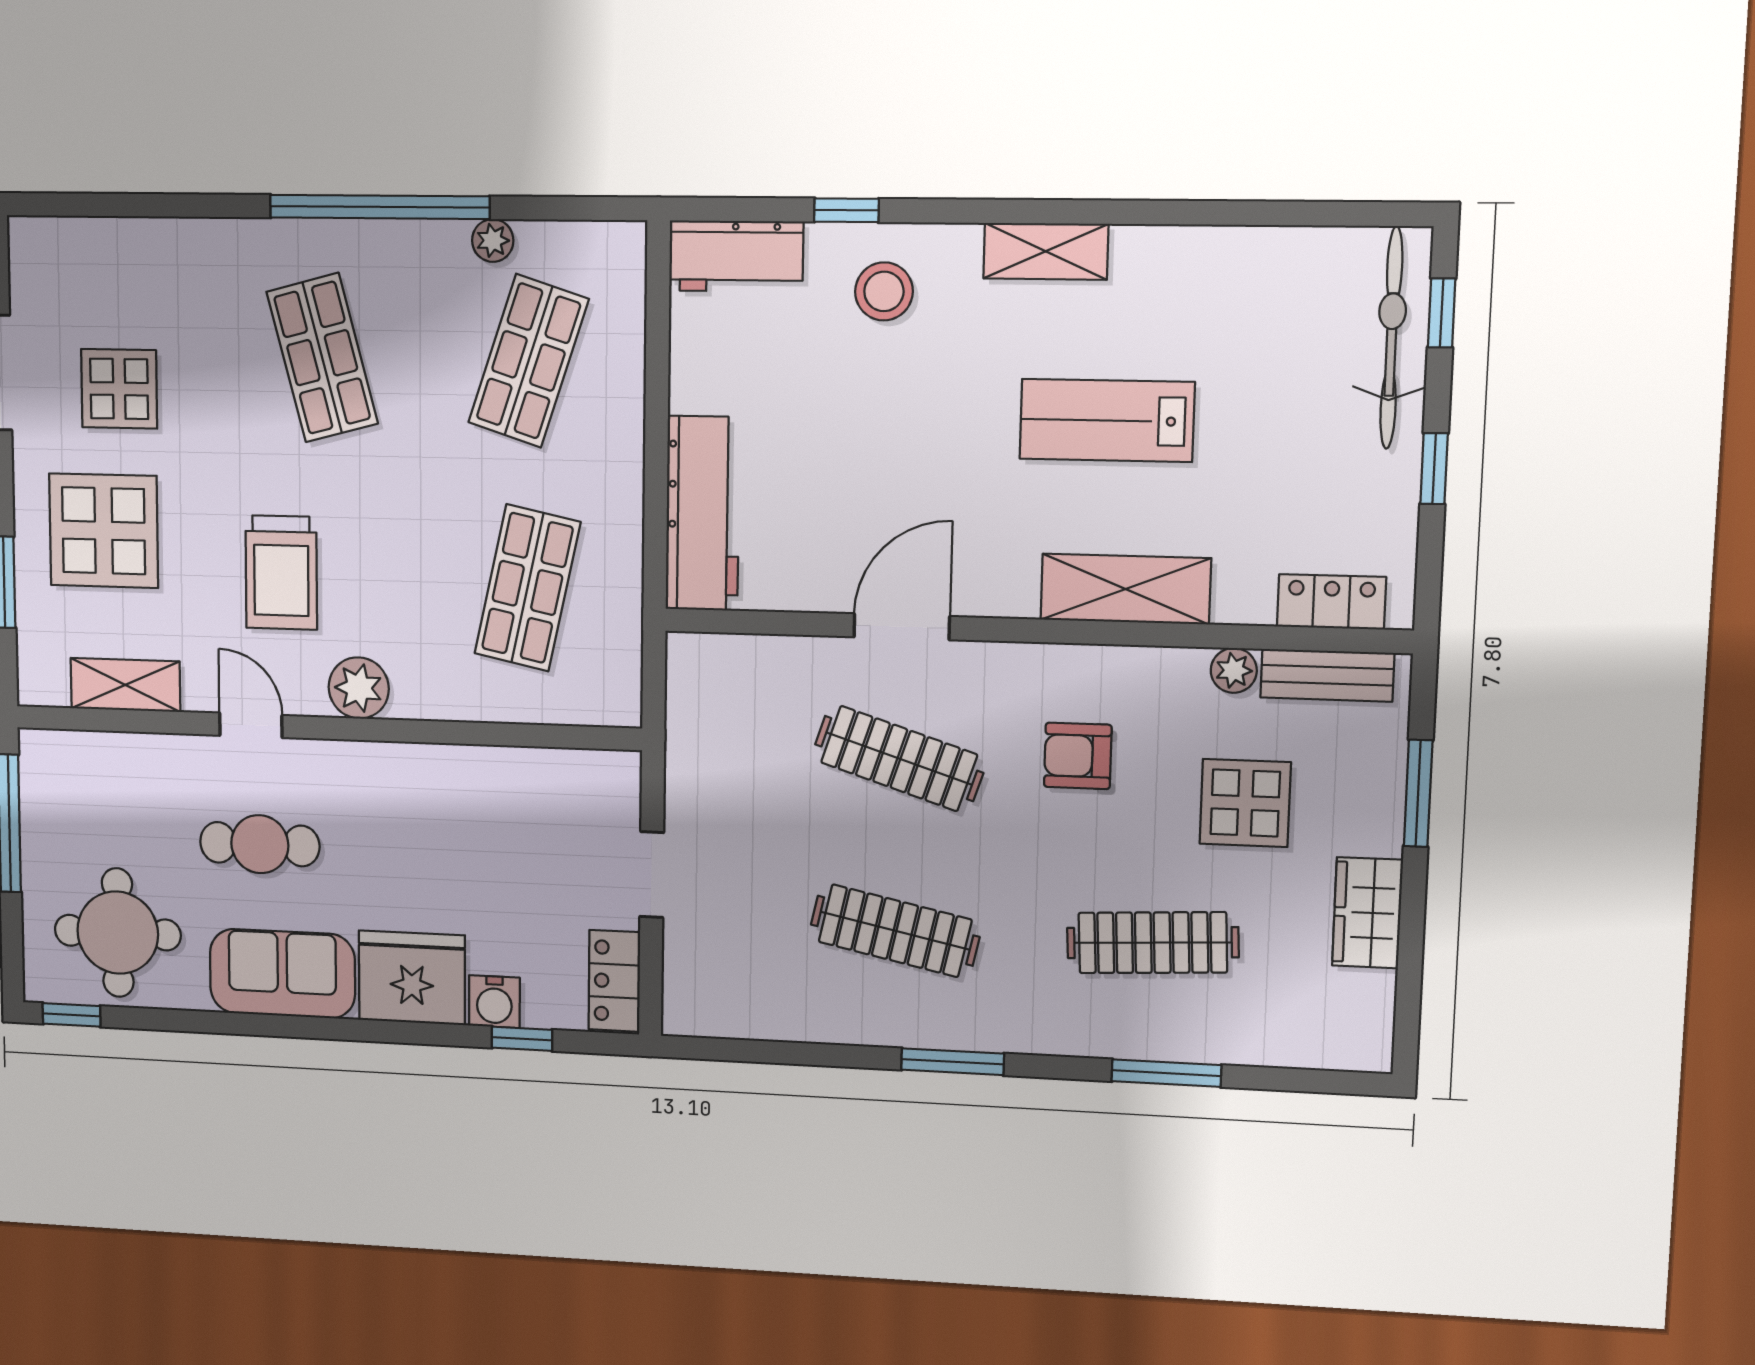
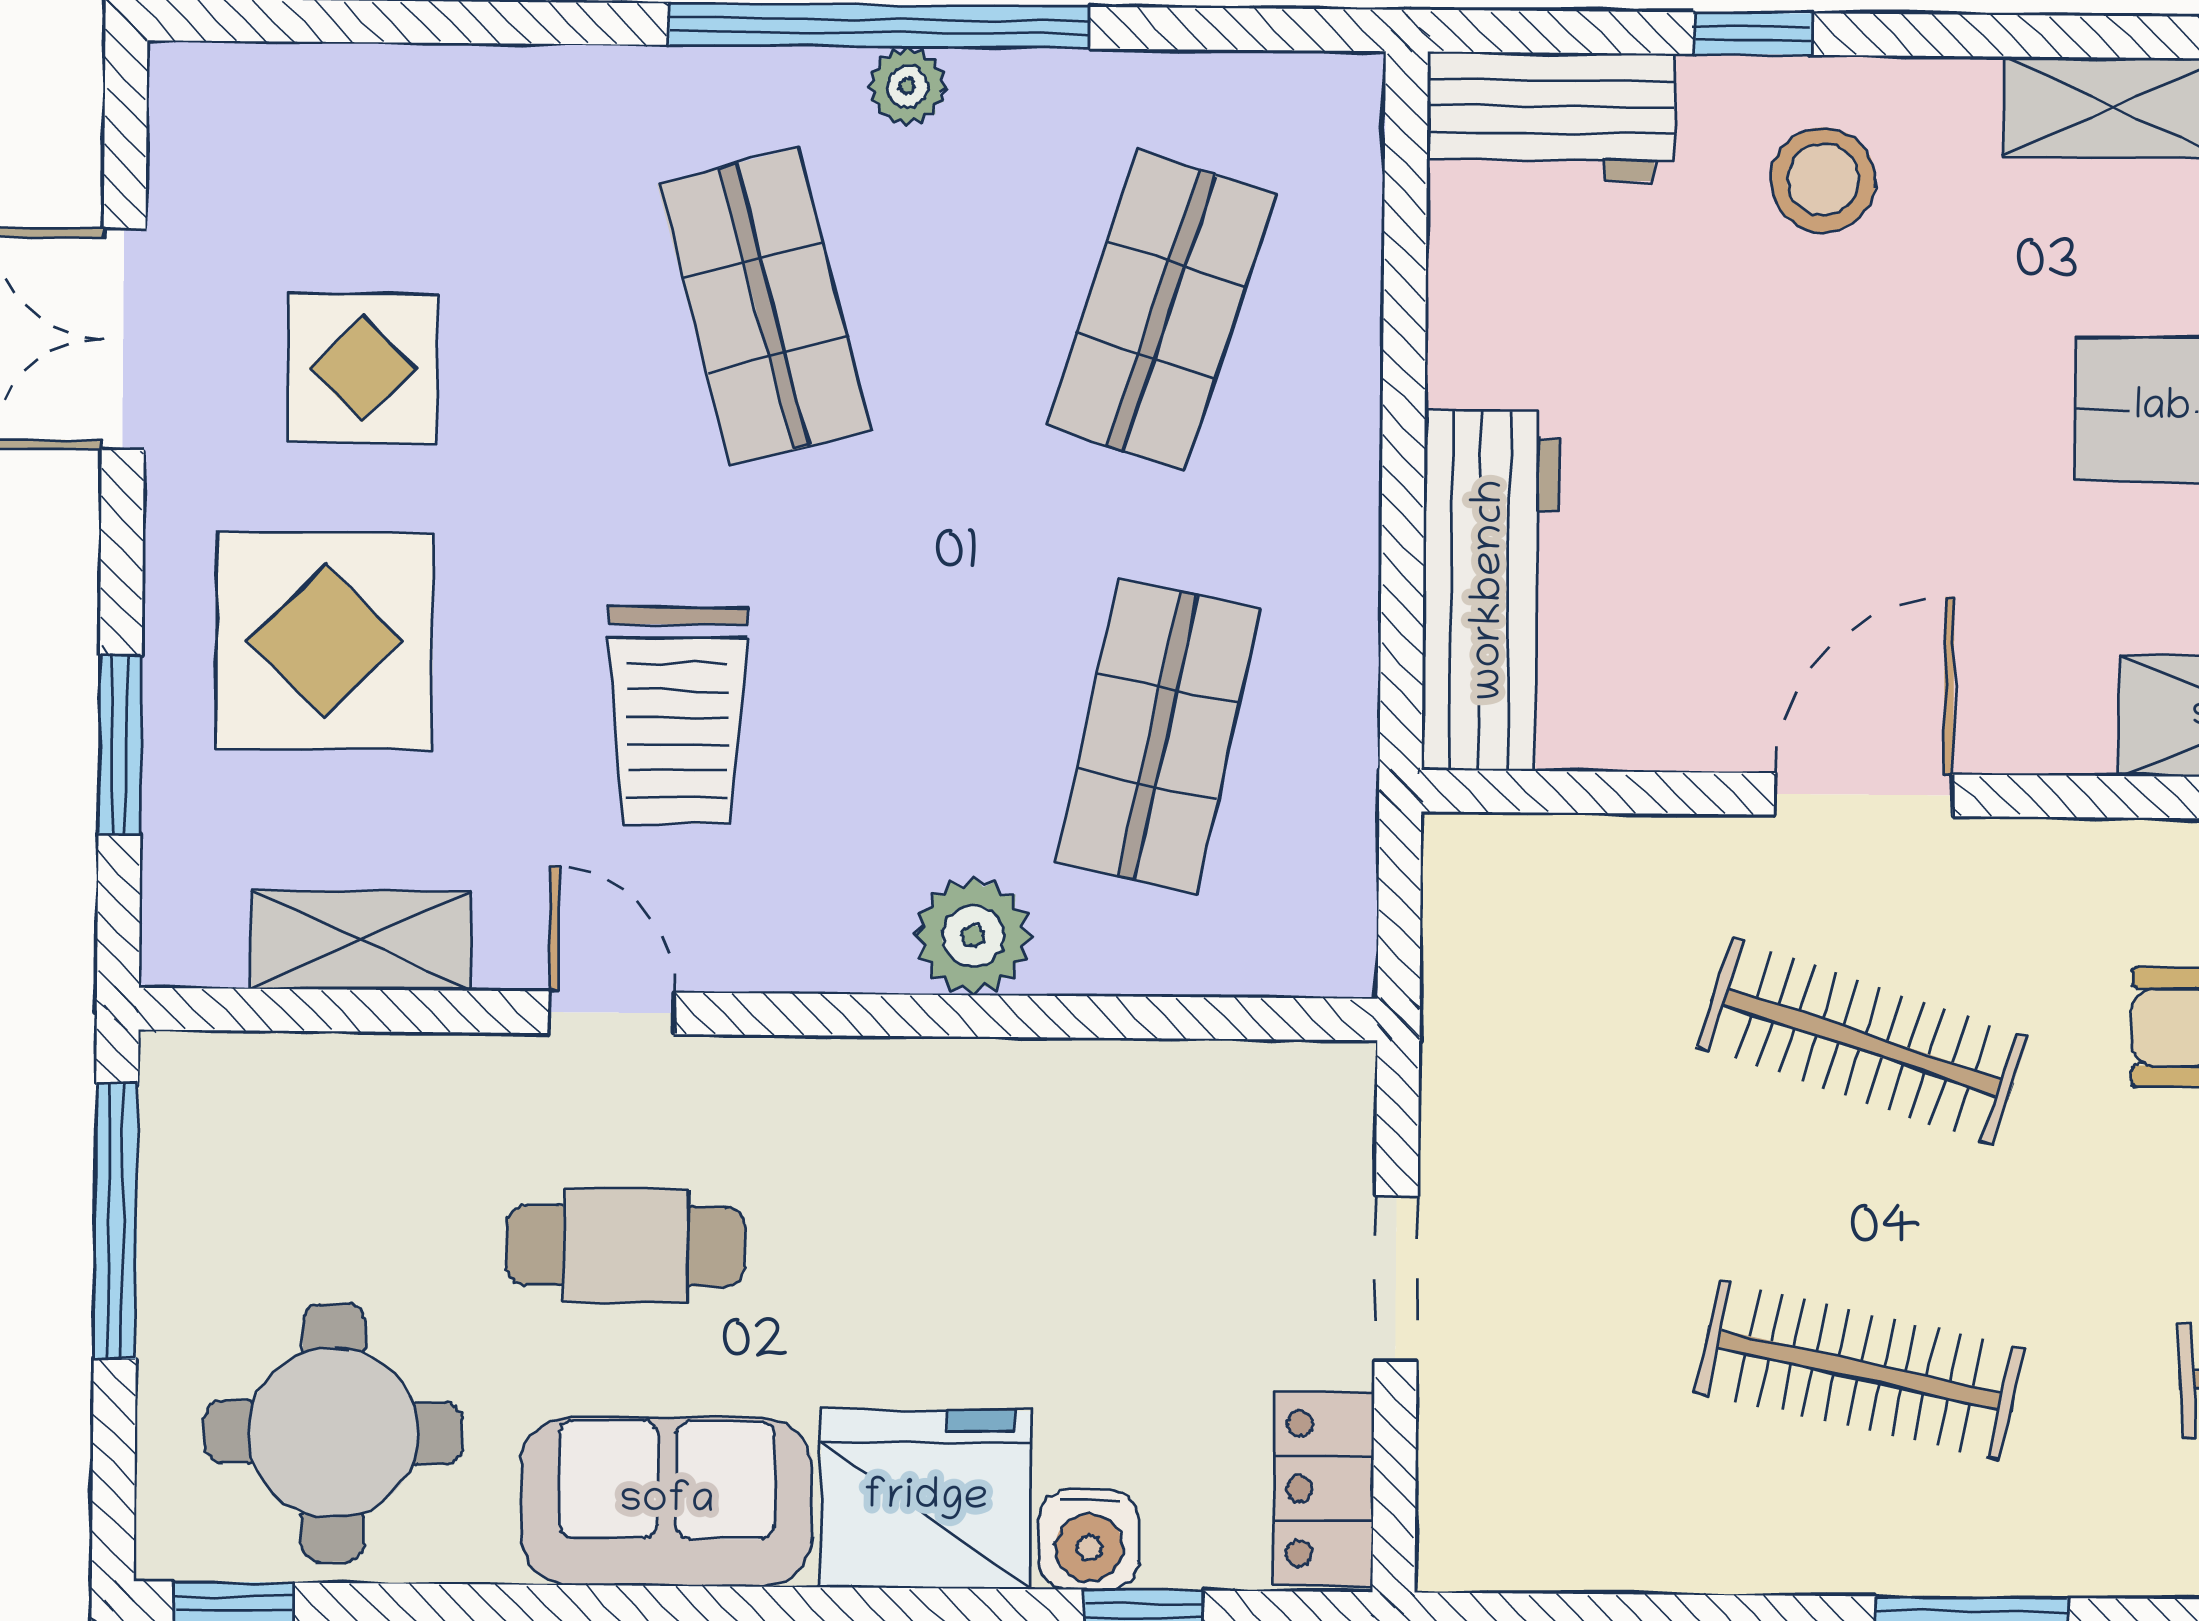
plant: (493, 240) -> (907, 86), moved
plant: (359, 688) -> (973, 936), moved

